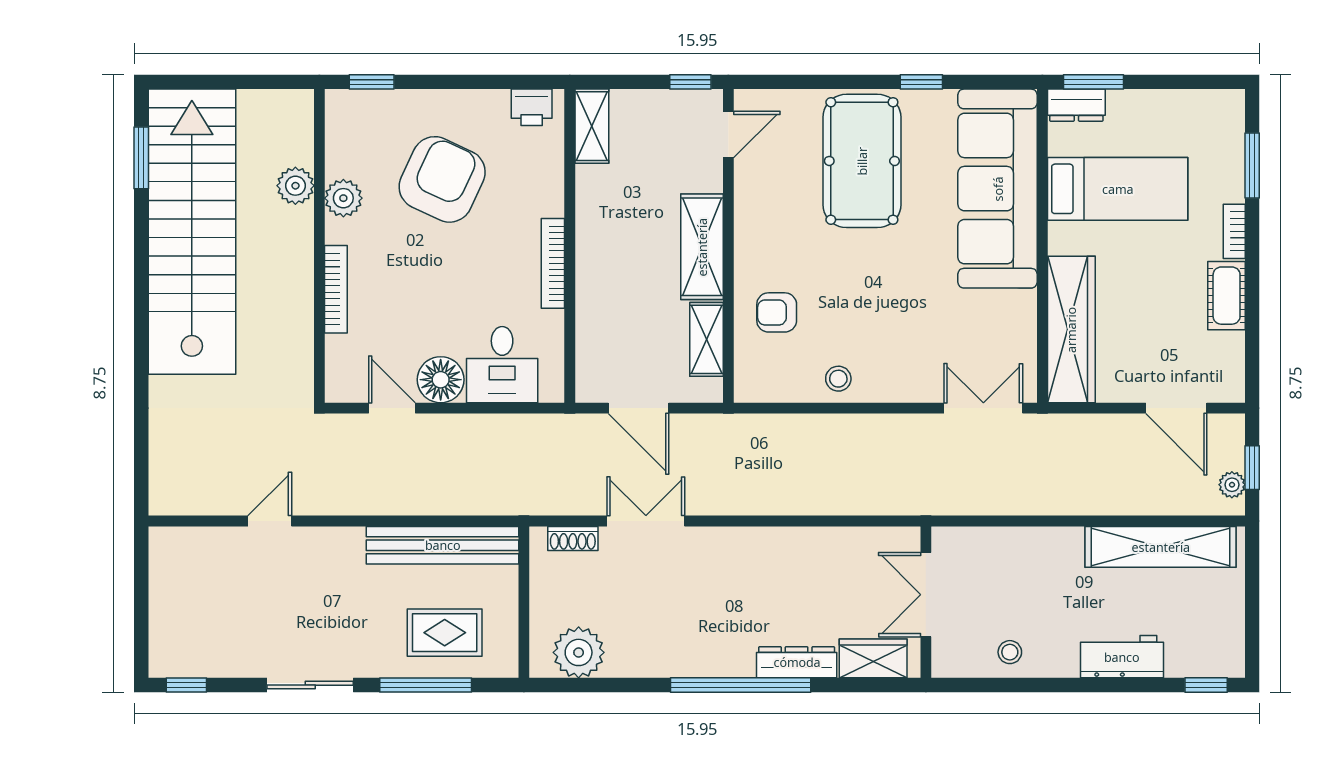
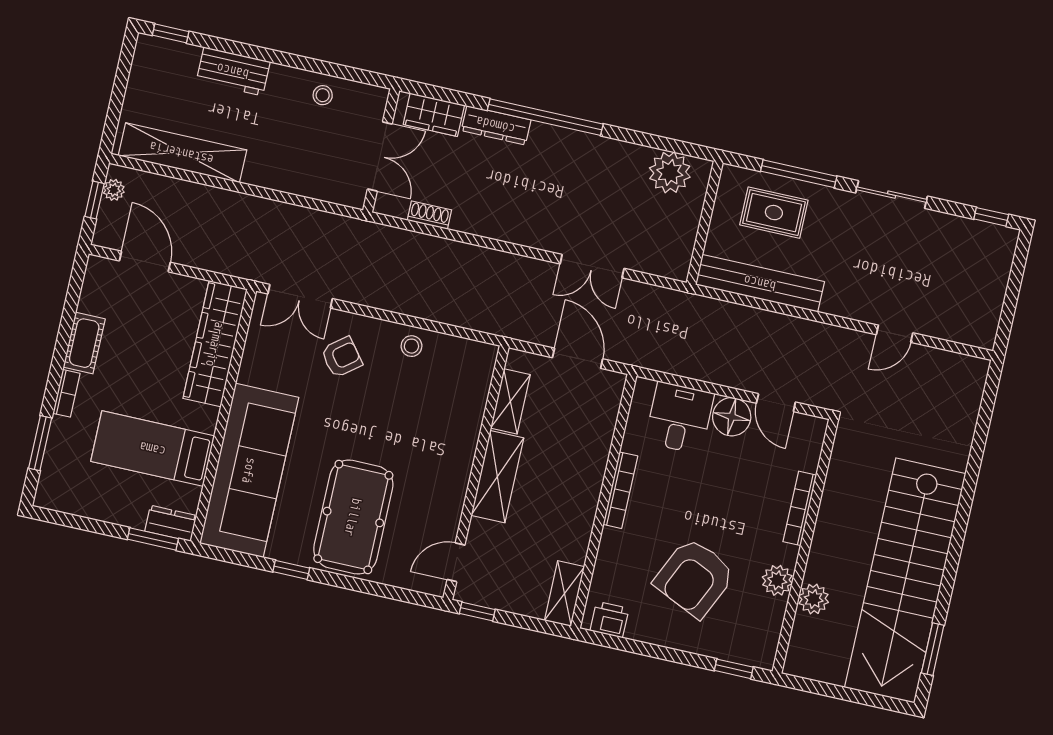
armchair: (777, 312) -> (342, 357), moved, turned -38
shoe rack: (573, 538) -> (429, 215), moved

